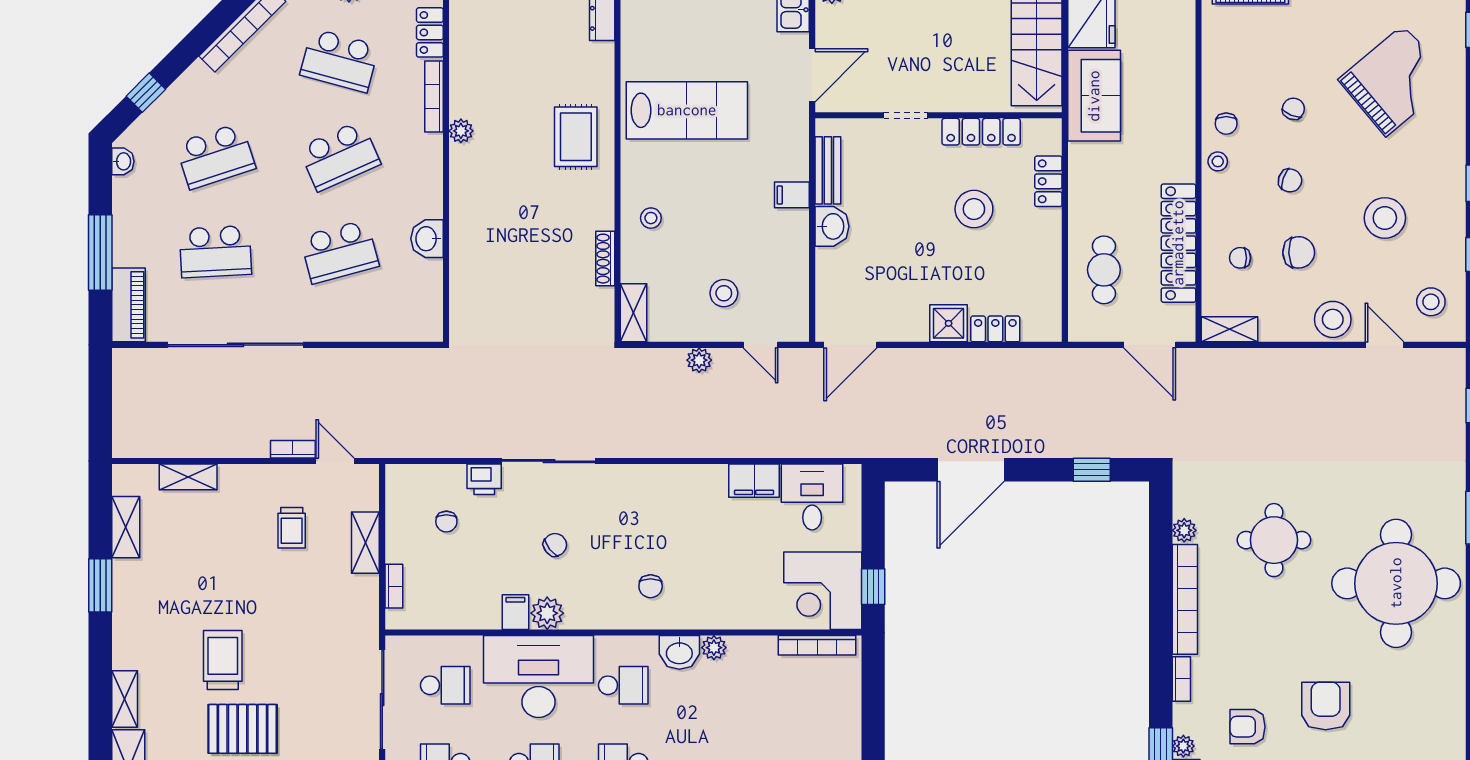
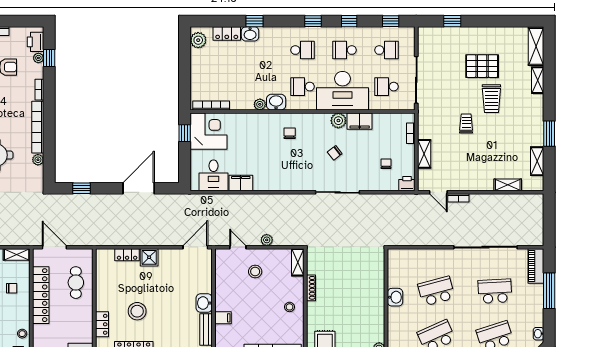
printer: (484, 479) -> (407, 184), moved
trolley: (292, 528) -> (466, 123), moved
filing cabinet: (515, 612) -> (360, 121), width x2.00

